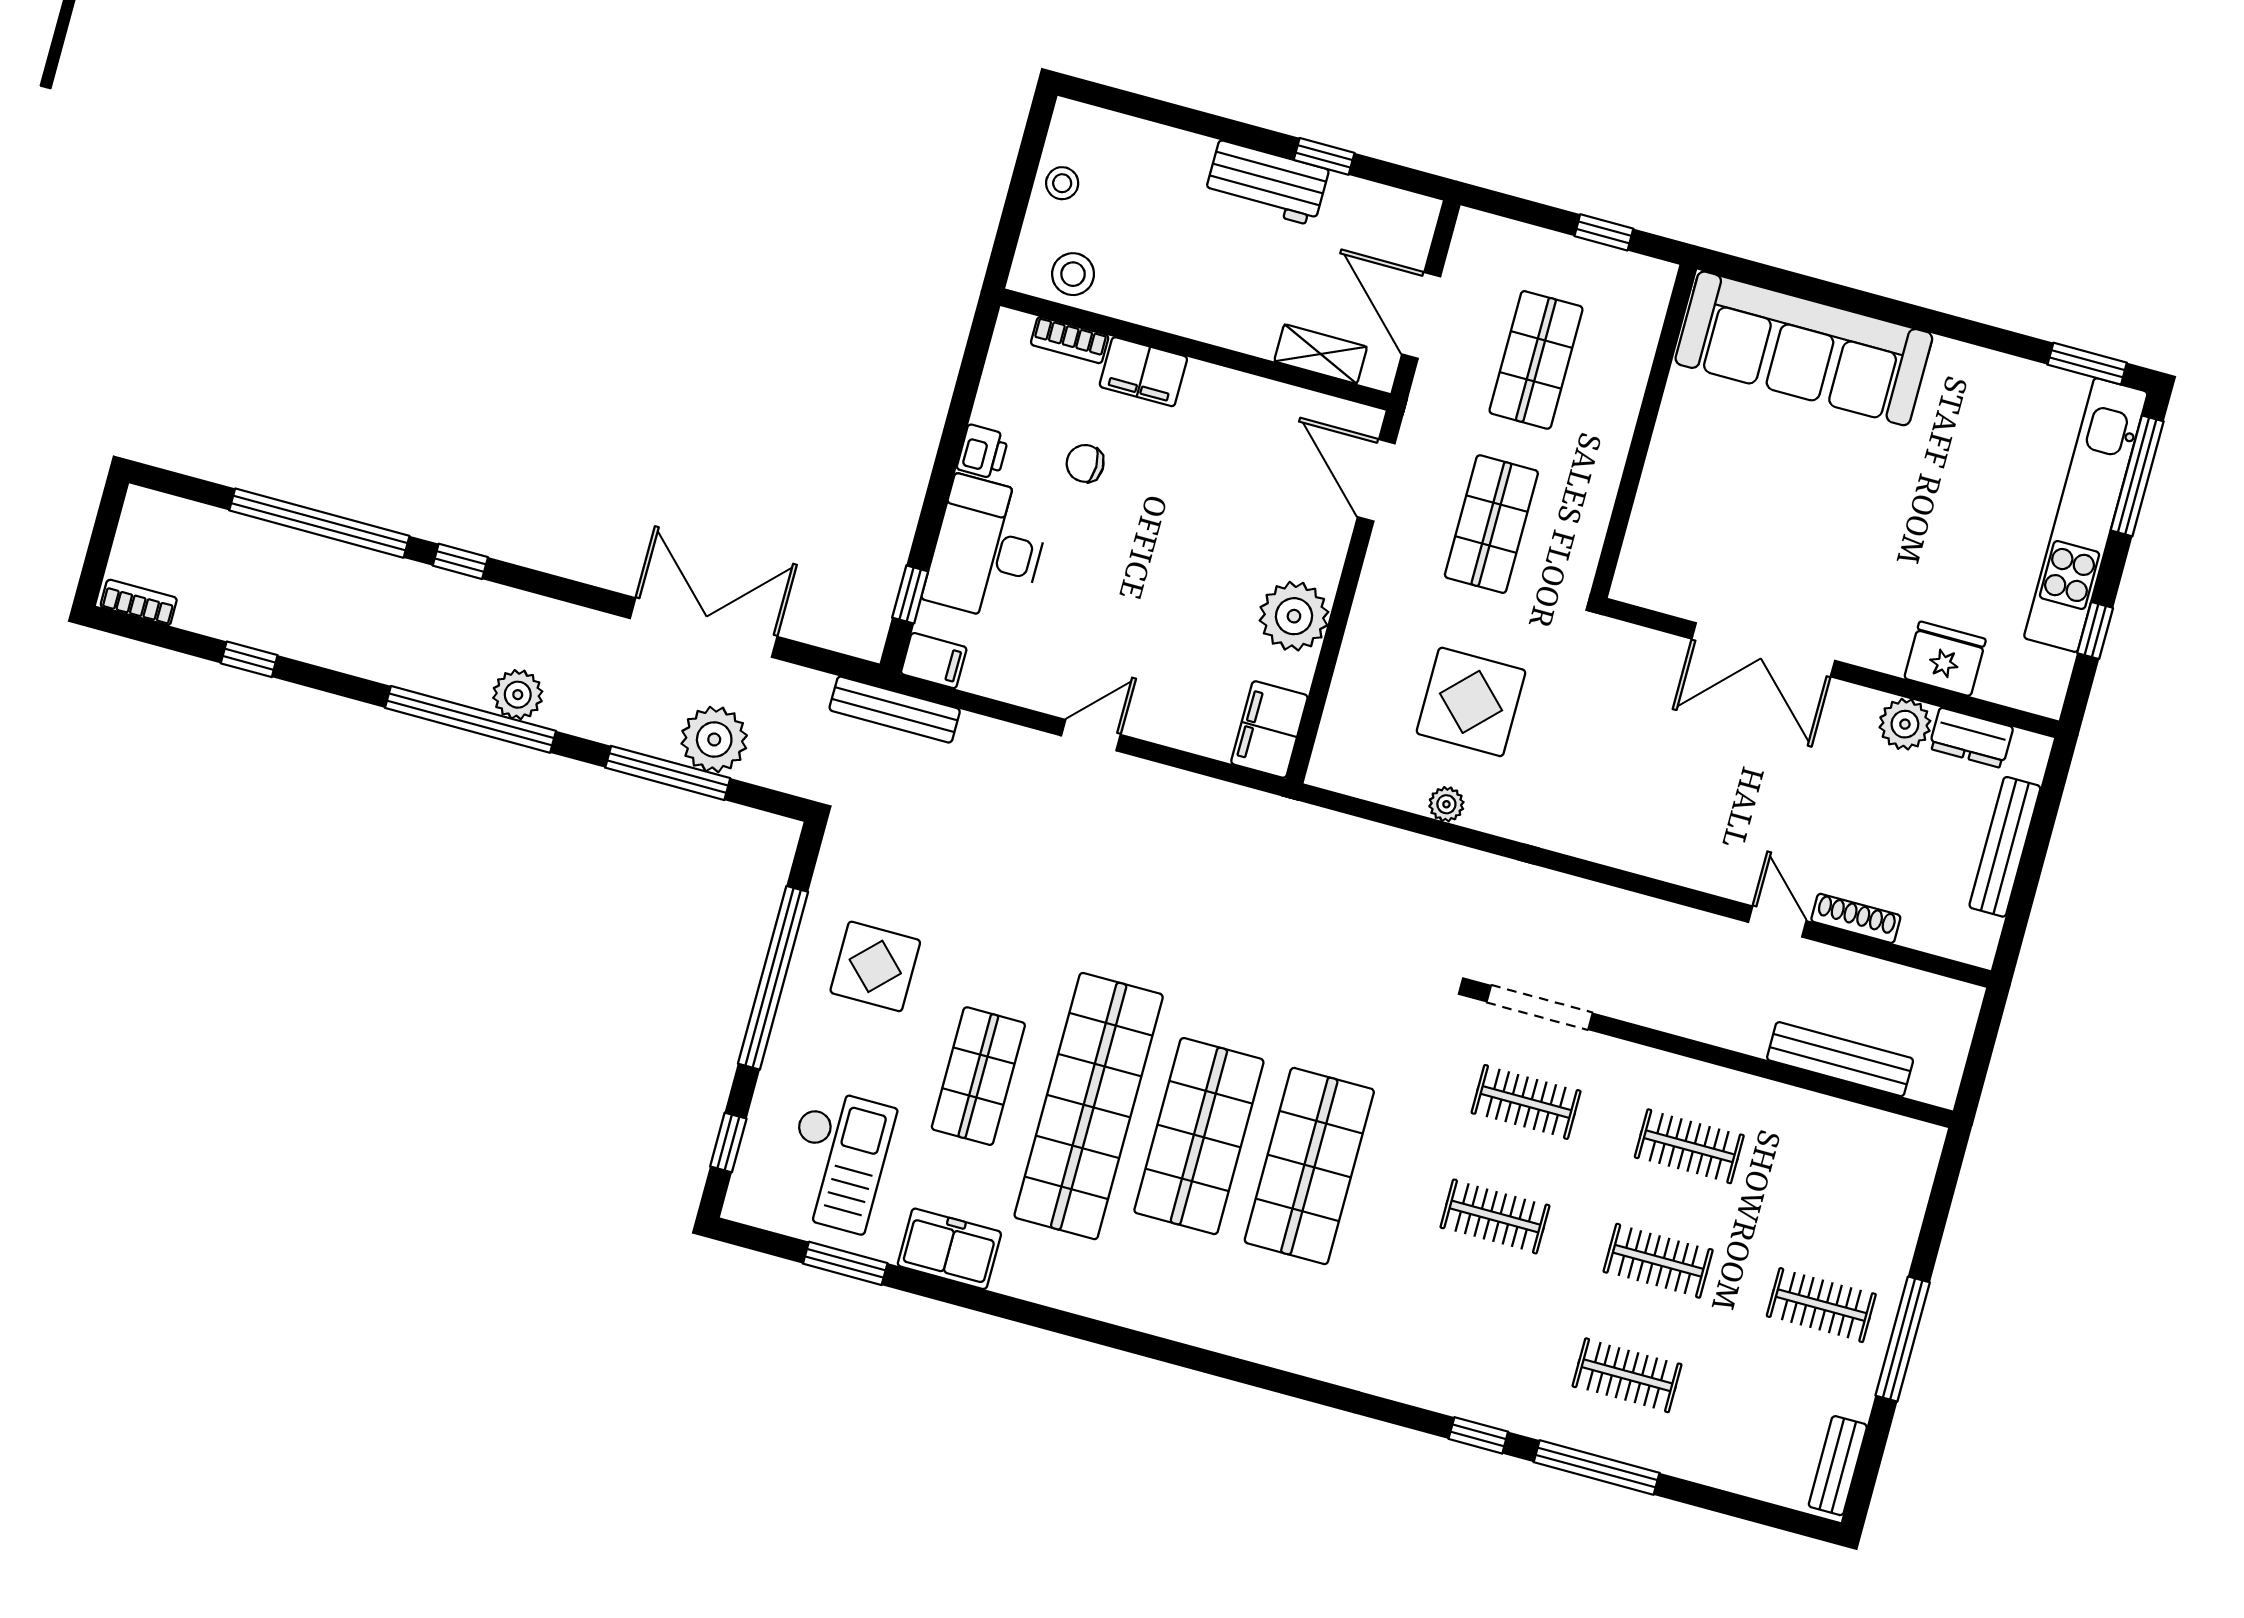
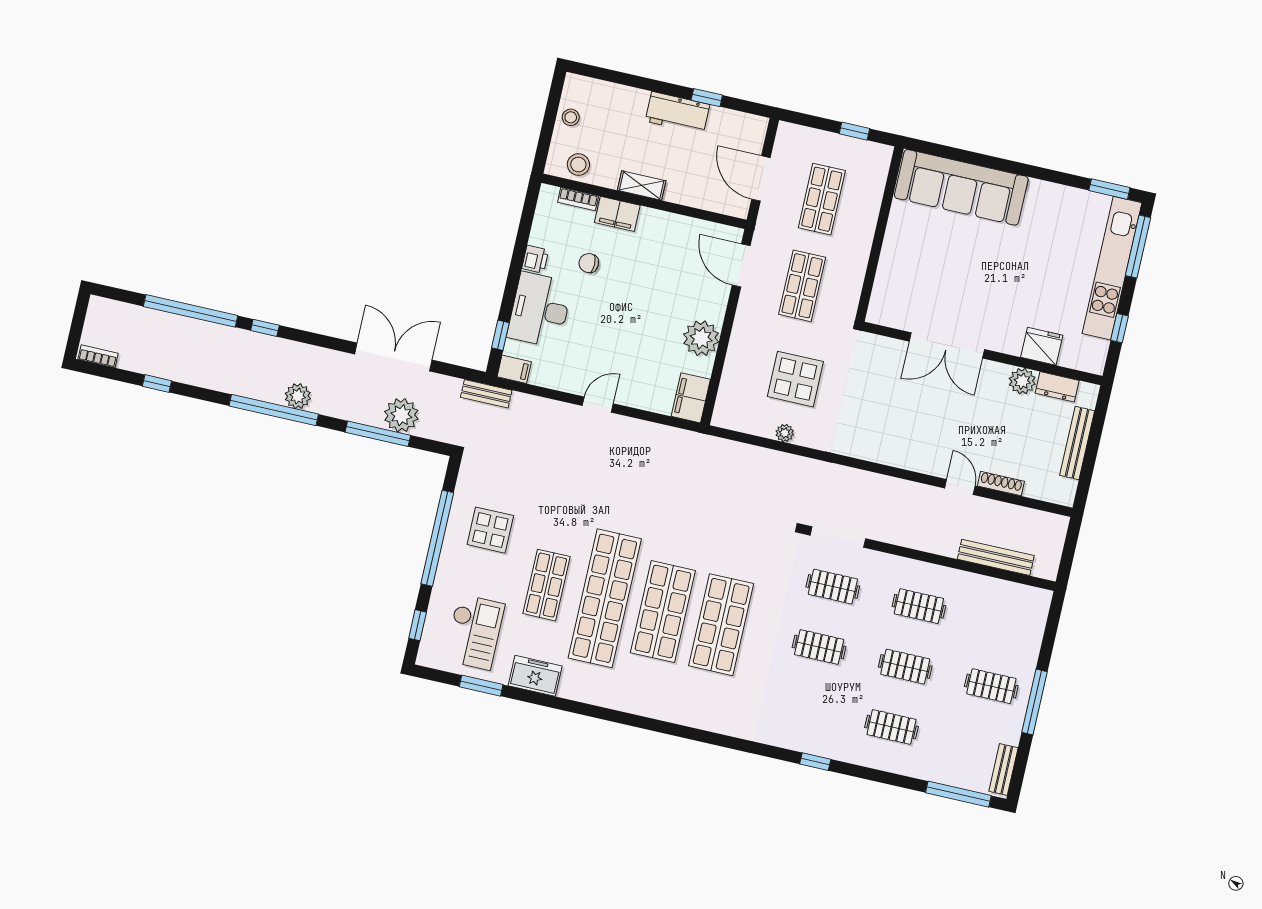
shelving: (1321, 354) -> (642, 185), moved
bench: (895, 710) -> (486, 394), width x0.73
window: (1597, 1468) -> (958, 794), moved

